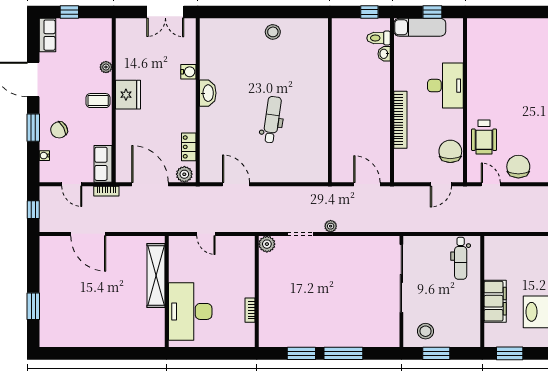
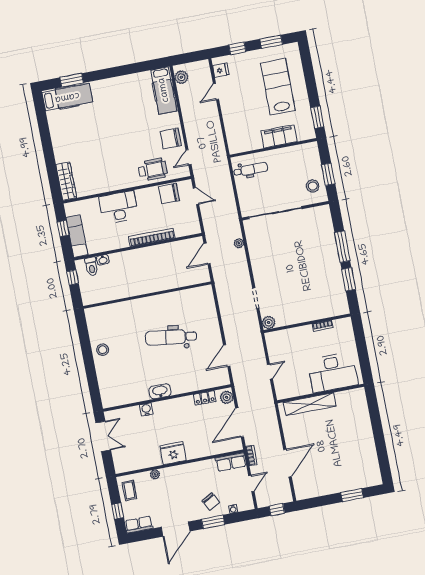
wardrobe: (490, 27) -> (66, 181), added
coffee table: (98, 101) -> (129, 490), moved
dental chair: (272, 120) -> (171, 337), width x1.36, depth x1.38
plant: (331, 226) -> (239, 243), moved

